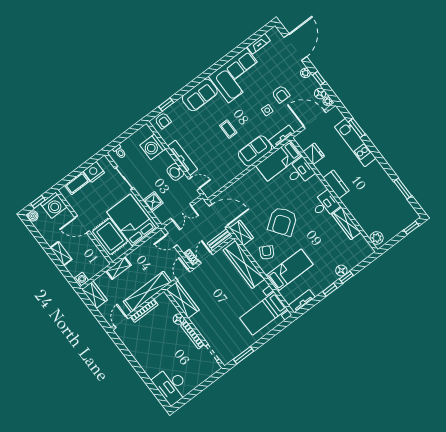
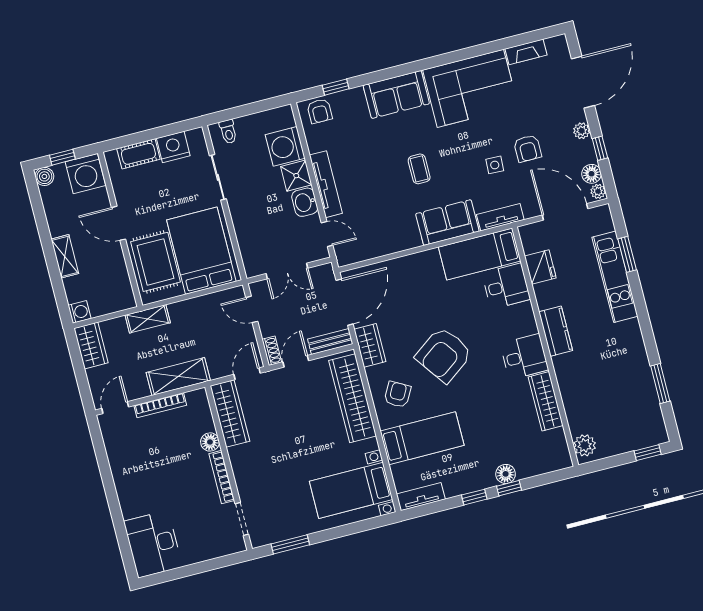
shower: (153, 202) -> (296, 176), moved
door: (219, 216) -> (345, 302), hinge flipped
shelving: (147, 292) -> (178, 377), width x0.68

